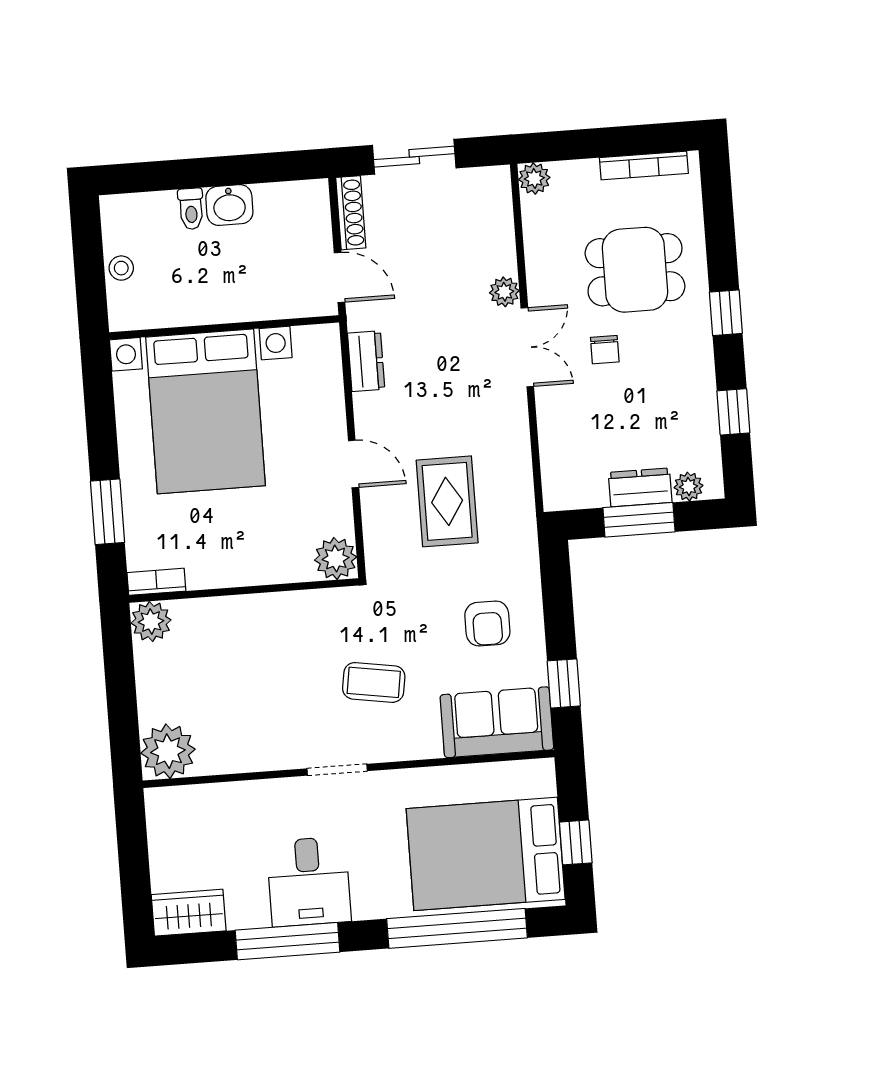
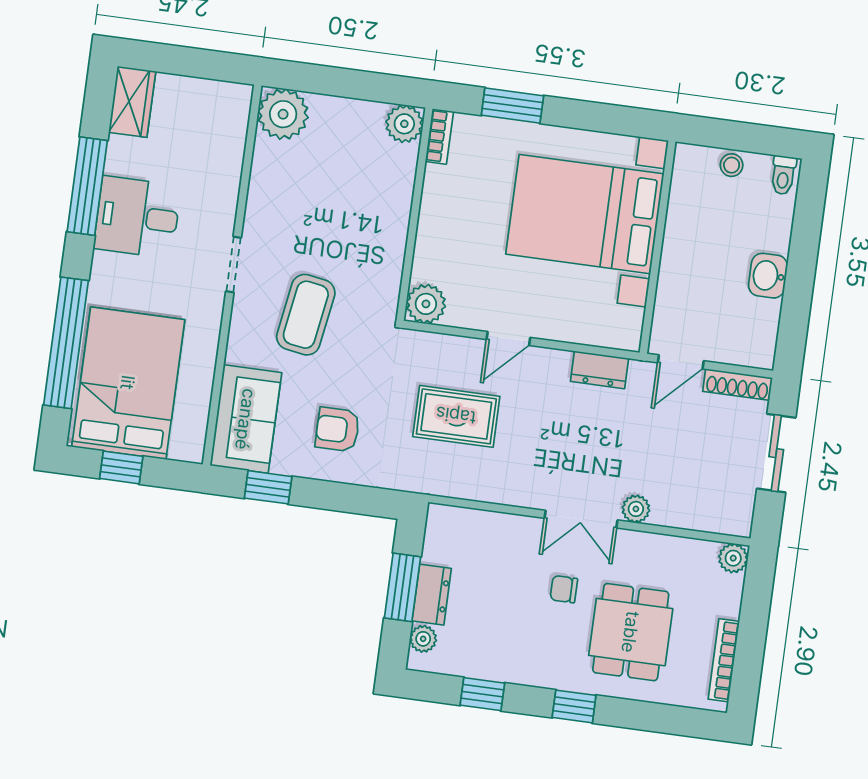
toilet: (191, 209) -> (783, 175), moved, turned -90
coffee table: (374, 682) -> (306, 315), width x1.36, depth x1.30

